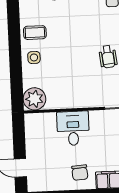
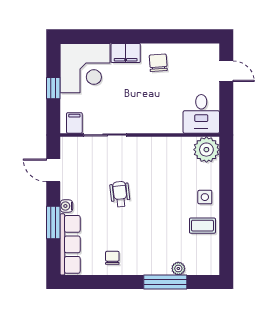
desk: (73, 128) -> (201, 114), moved

